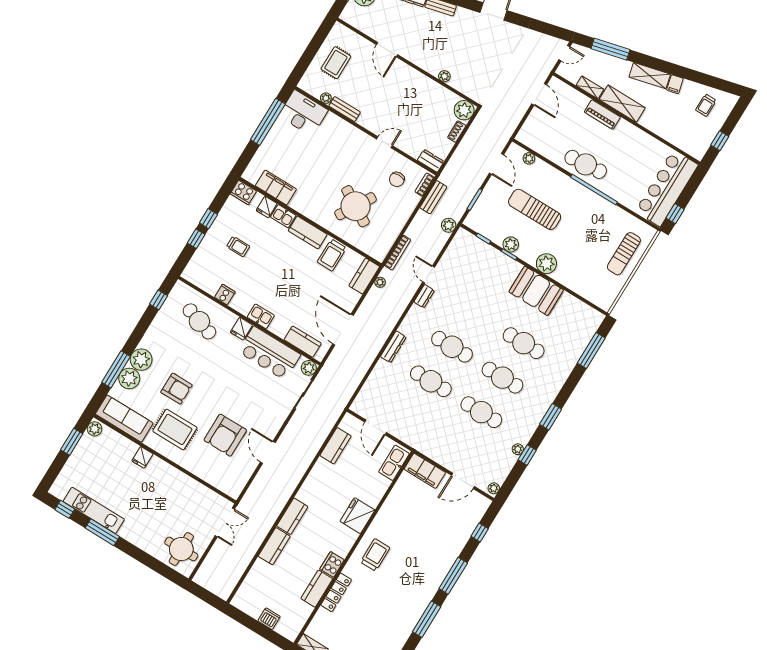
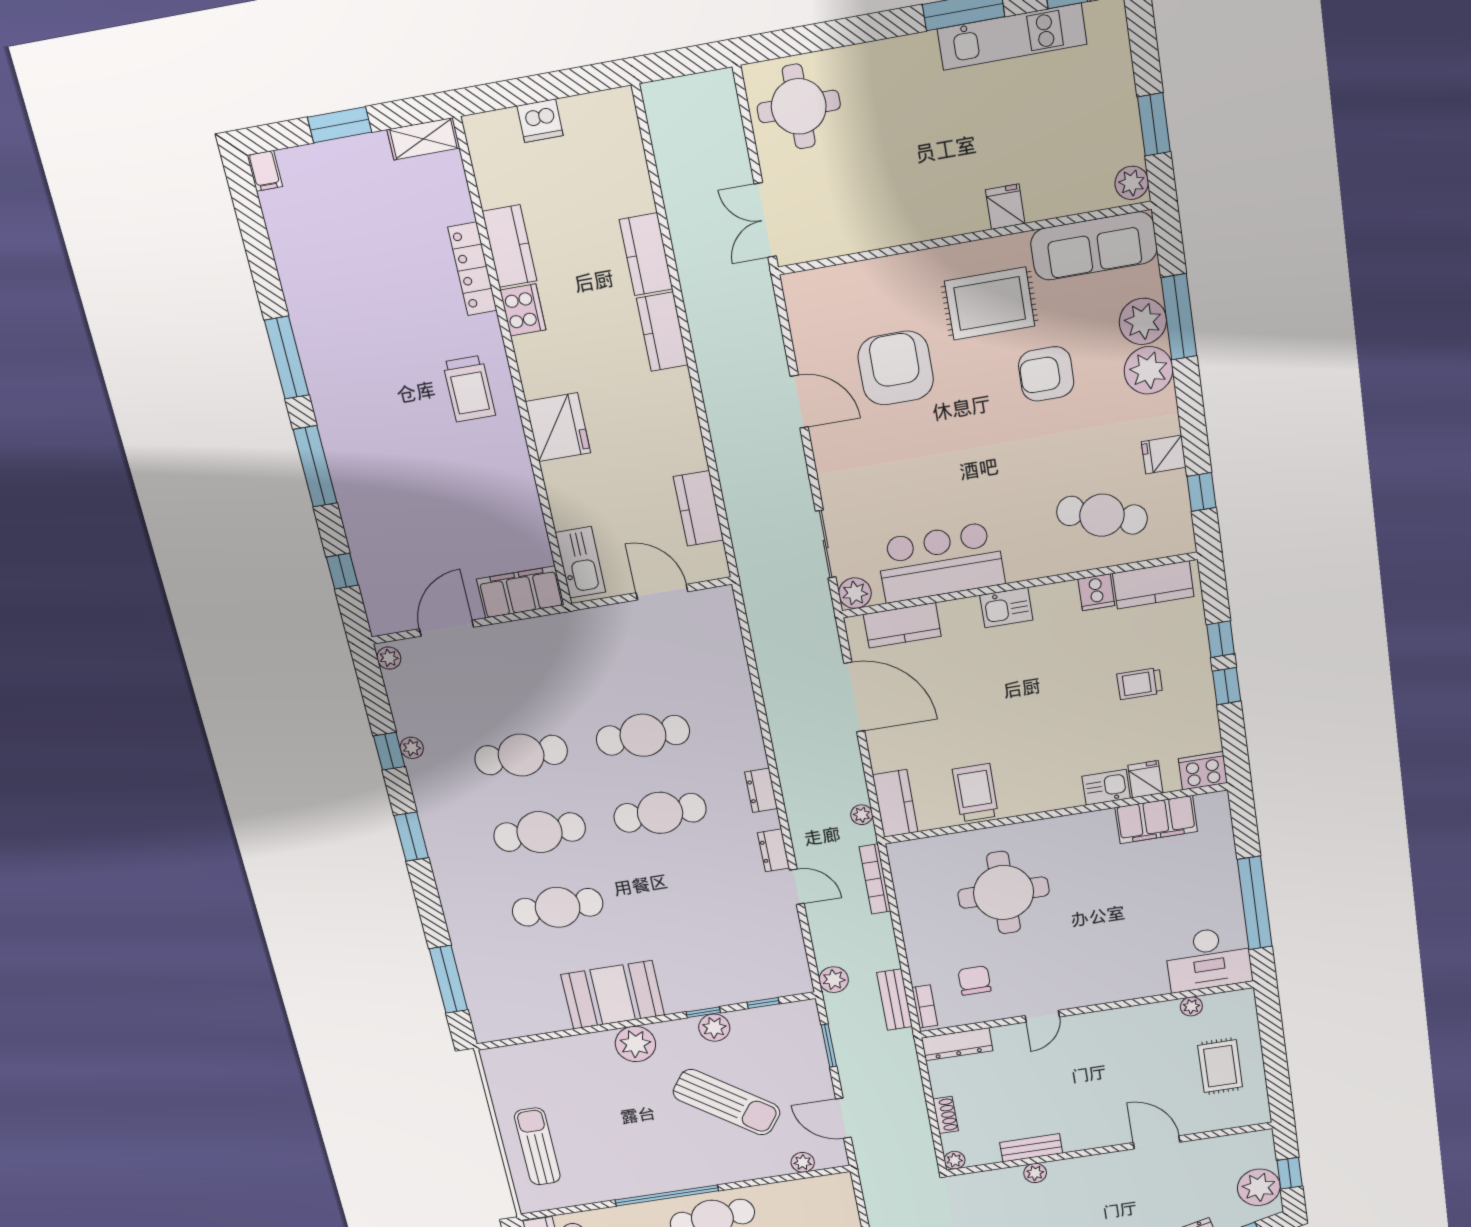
bench: (345, 109) -> (1031, 1148), moved
plant: (464, 110) -> (955, 1160), width x0.53, depth x0.53
dresser: (431, 161) -> (957, 1044), width x1.44
round table: (356, 206) -> (1004, 893), turned -31
sun lounger: (535, 209) -> (727, 1102), turned 36
kitchen counter: (308, 232) -> (1153, 585), moved, turned 180
fridge: (241, 329) -> (1164, 455), moved, turned -90
dresser: (393, 347) -> (761, 790), moved, width x0.70

